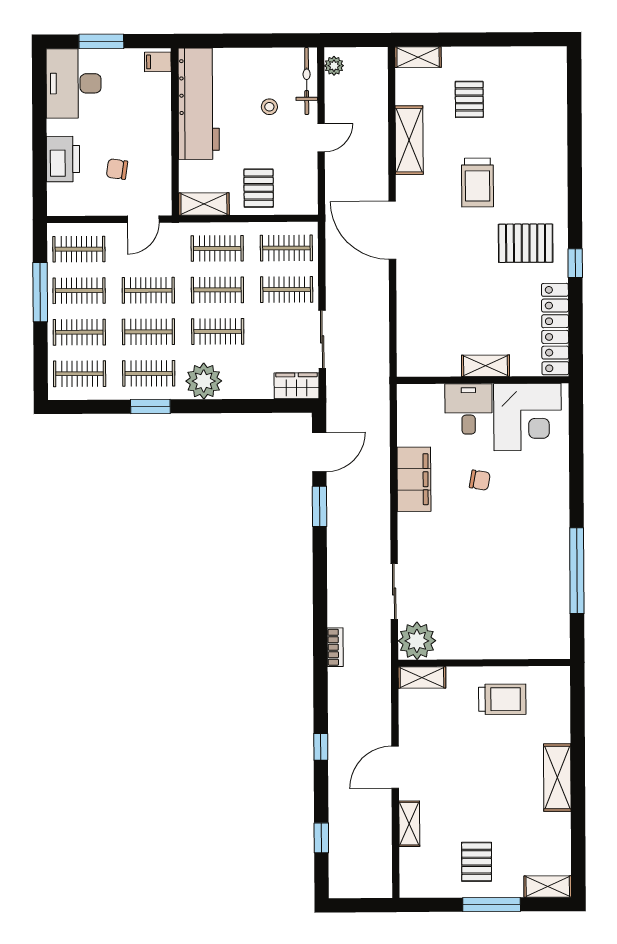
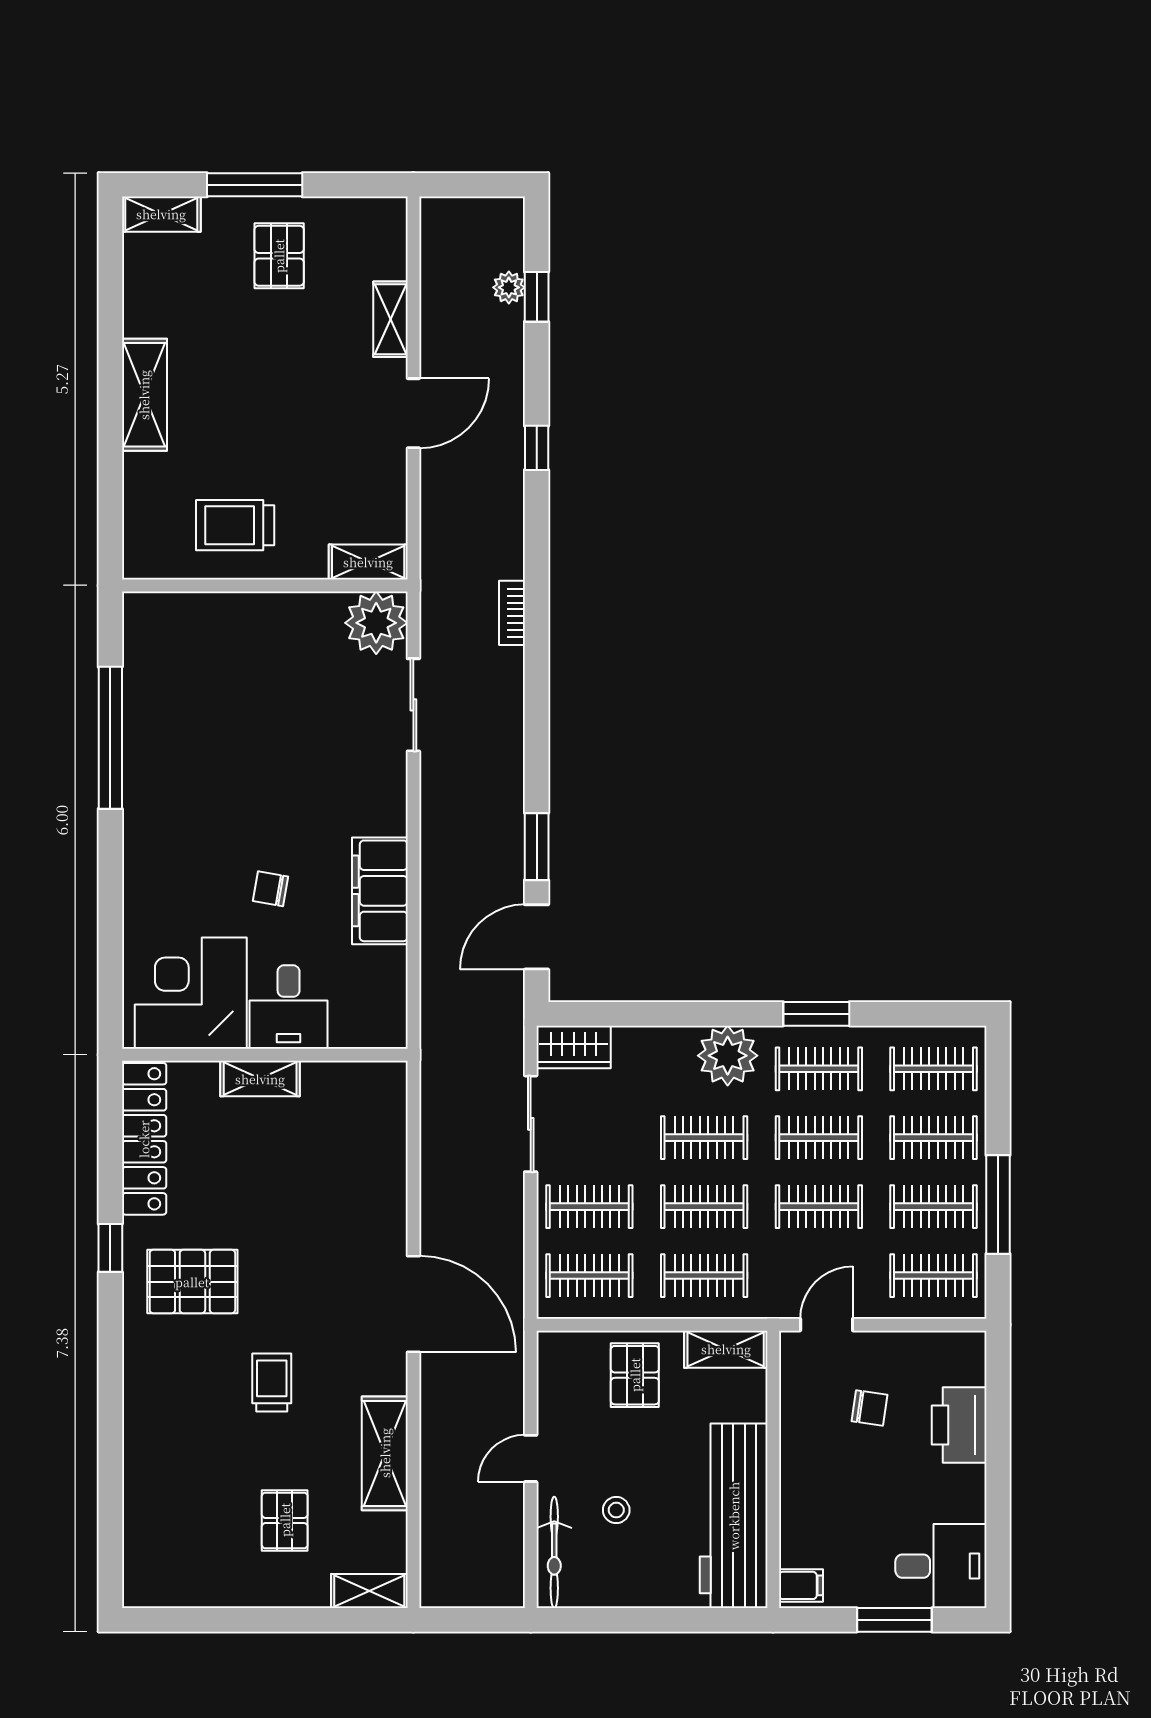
plant: (334, 66) -> (509, 287), moved
desk: (74, 83) -> (941, 1566), width x0.73
trolley: (477, 183) -> (272, 1383), width x0.73, depth x0.72

